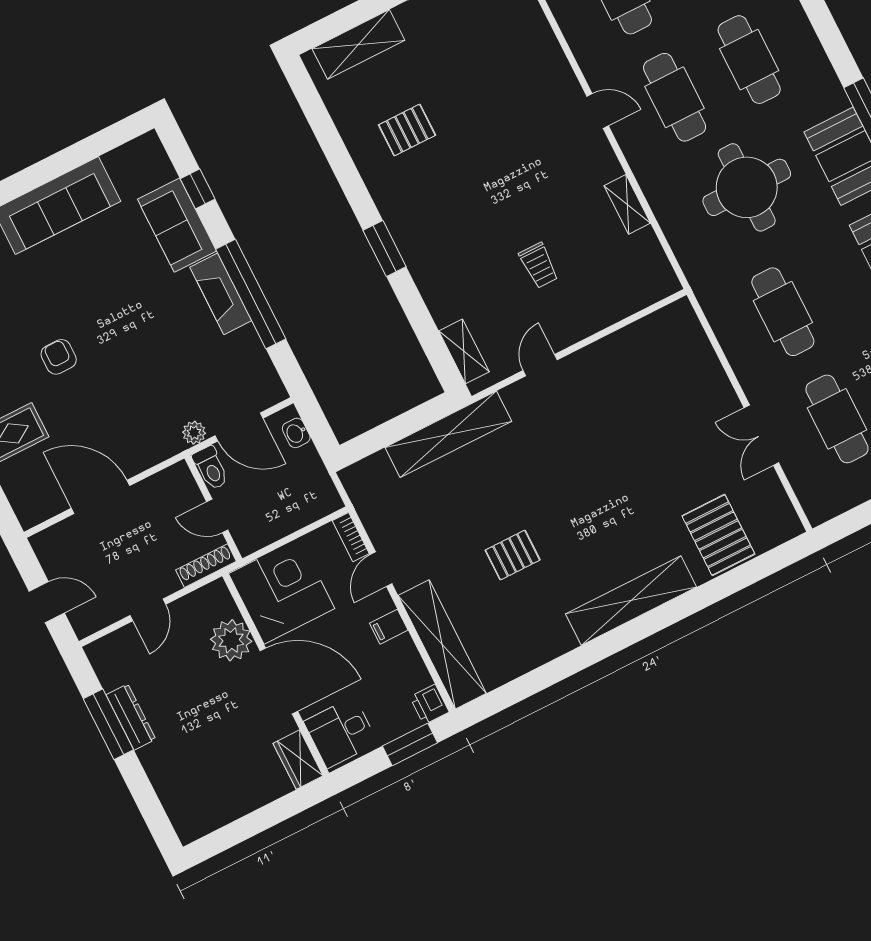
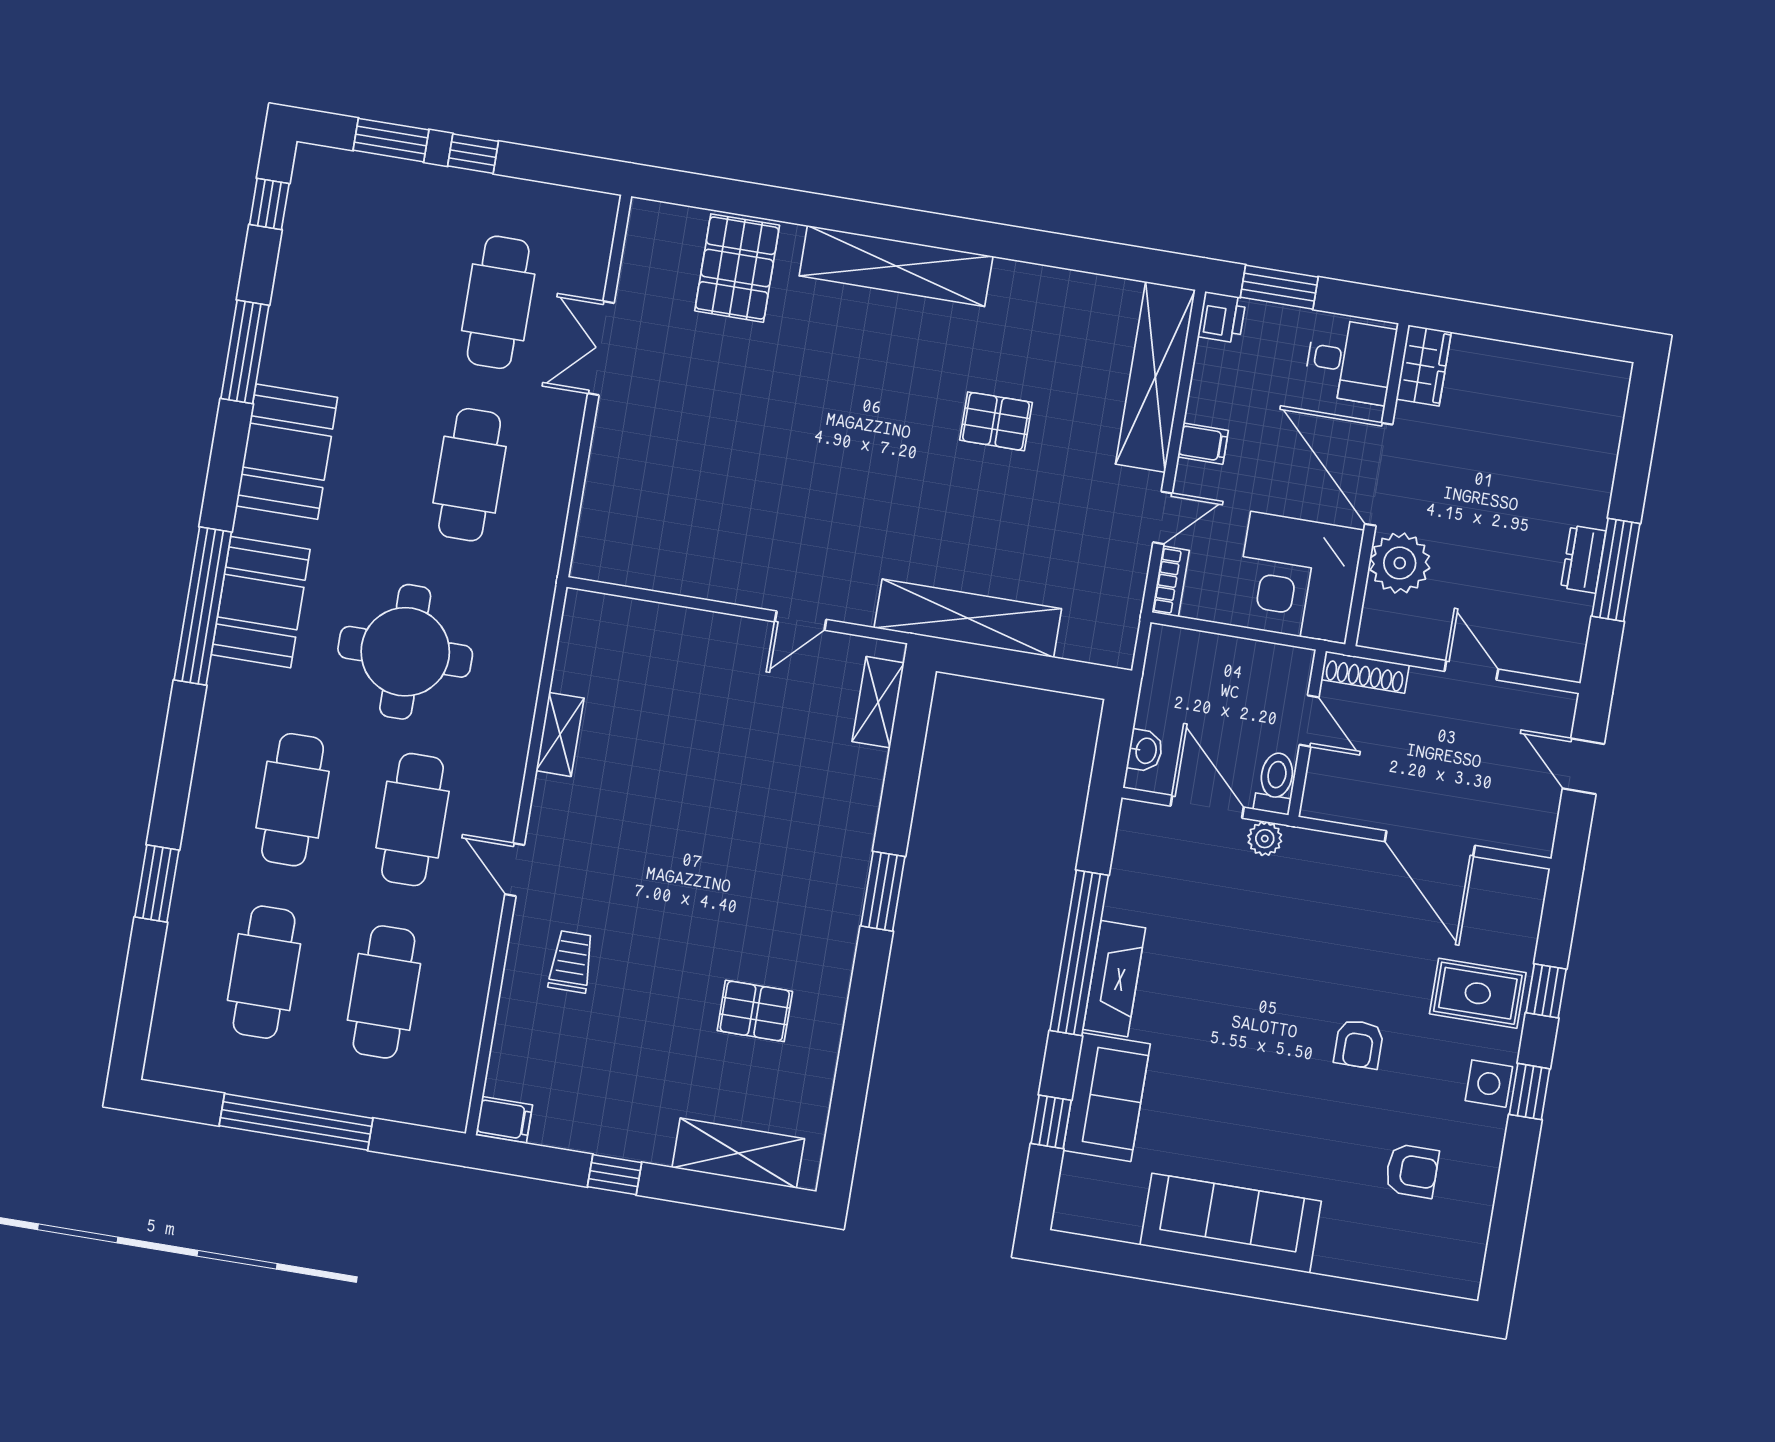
trolley: (539, 265) -> (571, 962), moved
double door: (761, 435) -> (601, 348), swing flipped
door: (148, 610) -> (1471, 670), hinge flipped
dresser: (131, 717) -> (1583, 559), width x0.70

